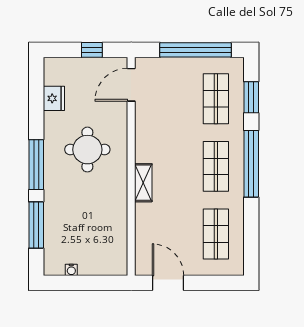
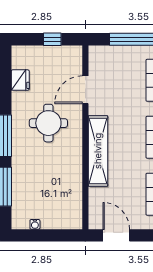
door: (131, 85) -> (85, 90), moved
shelving: (143, 183) -> (98, 151), width x2.20, depth x1.33

